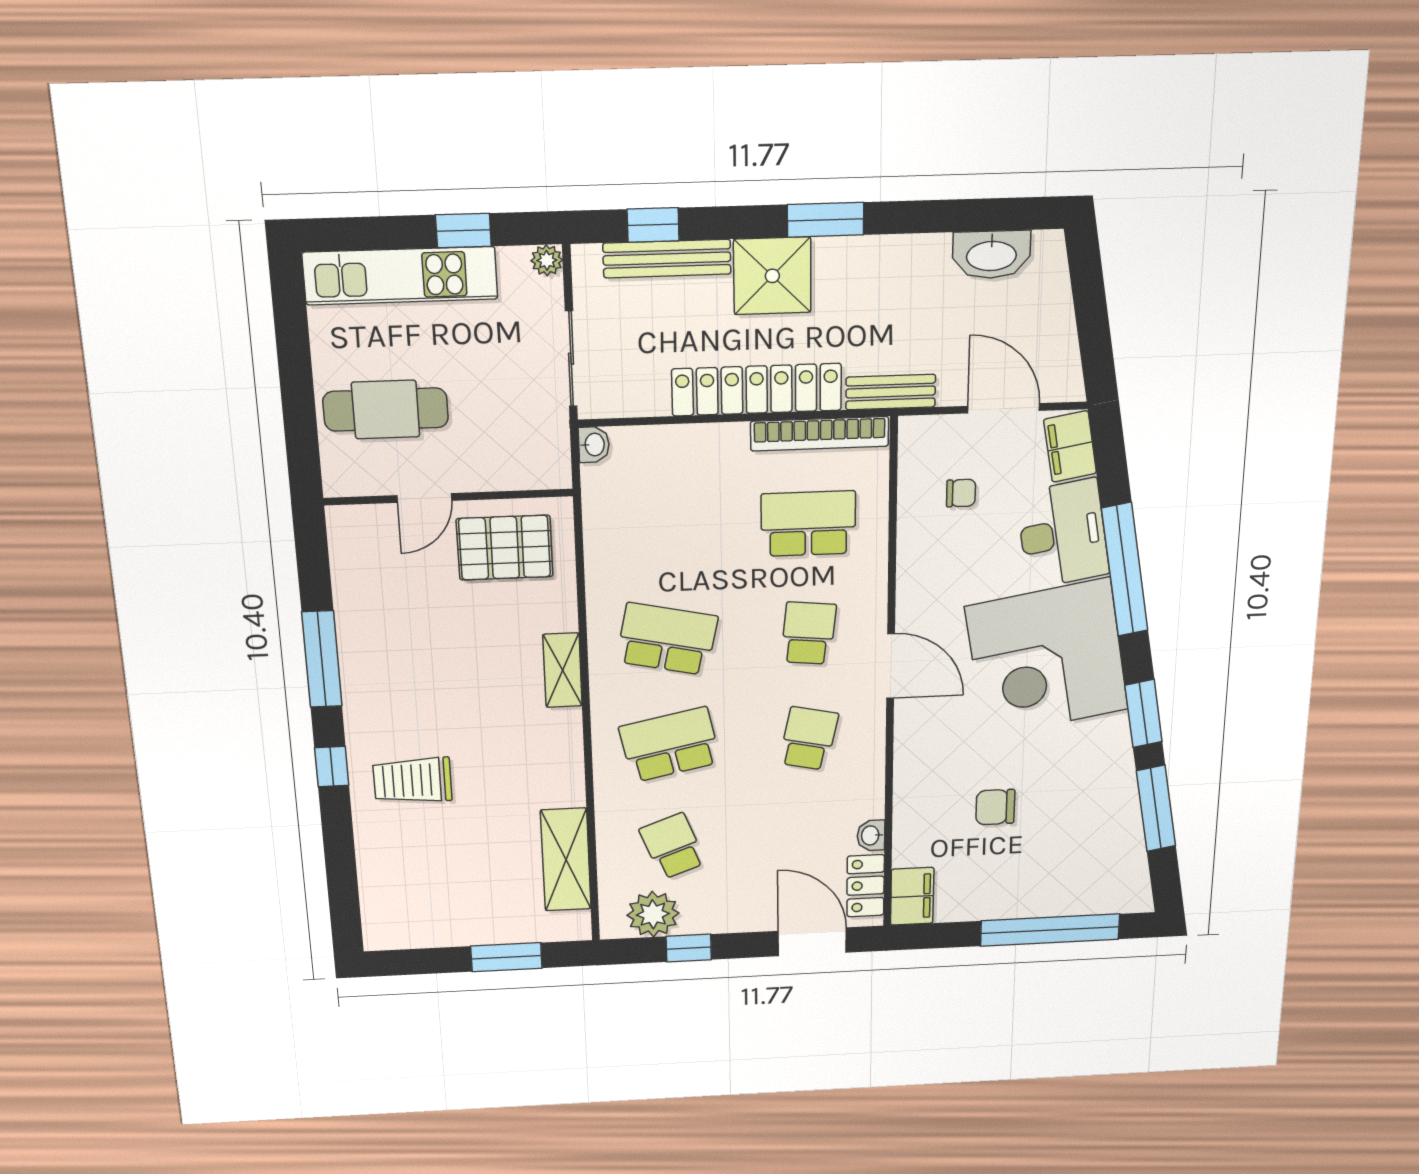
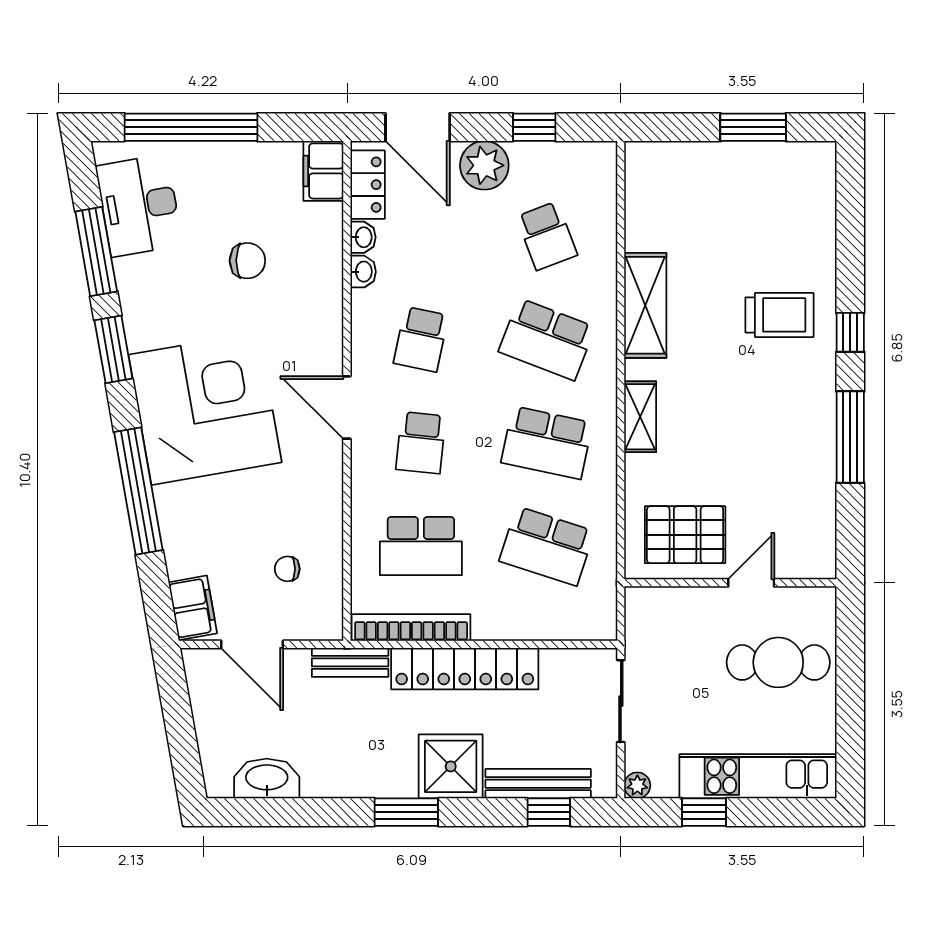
washbasin: (594, 445) -> (363, 272), moved, turned 180
school desk: (664, 529) -> (547, 546), added
desk: (1063, 534) -> (139, 205), moved
school desk: (670, 745) -> (547, 339), turned 33
shelving: (566, 860) -> (645, 305), moved
plant: (653, 914) -> (484, 165), moved
window: (506, 957) -> (753, 127), moved

